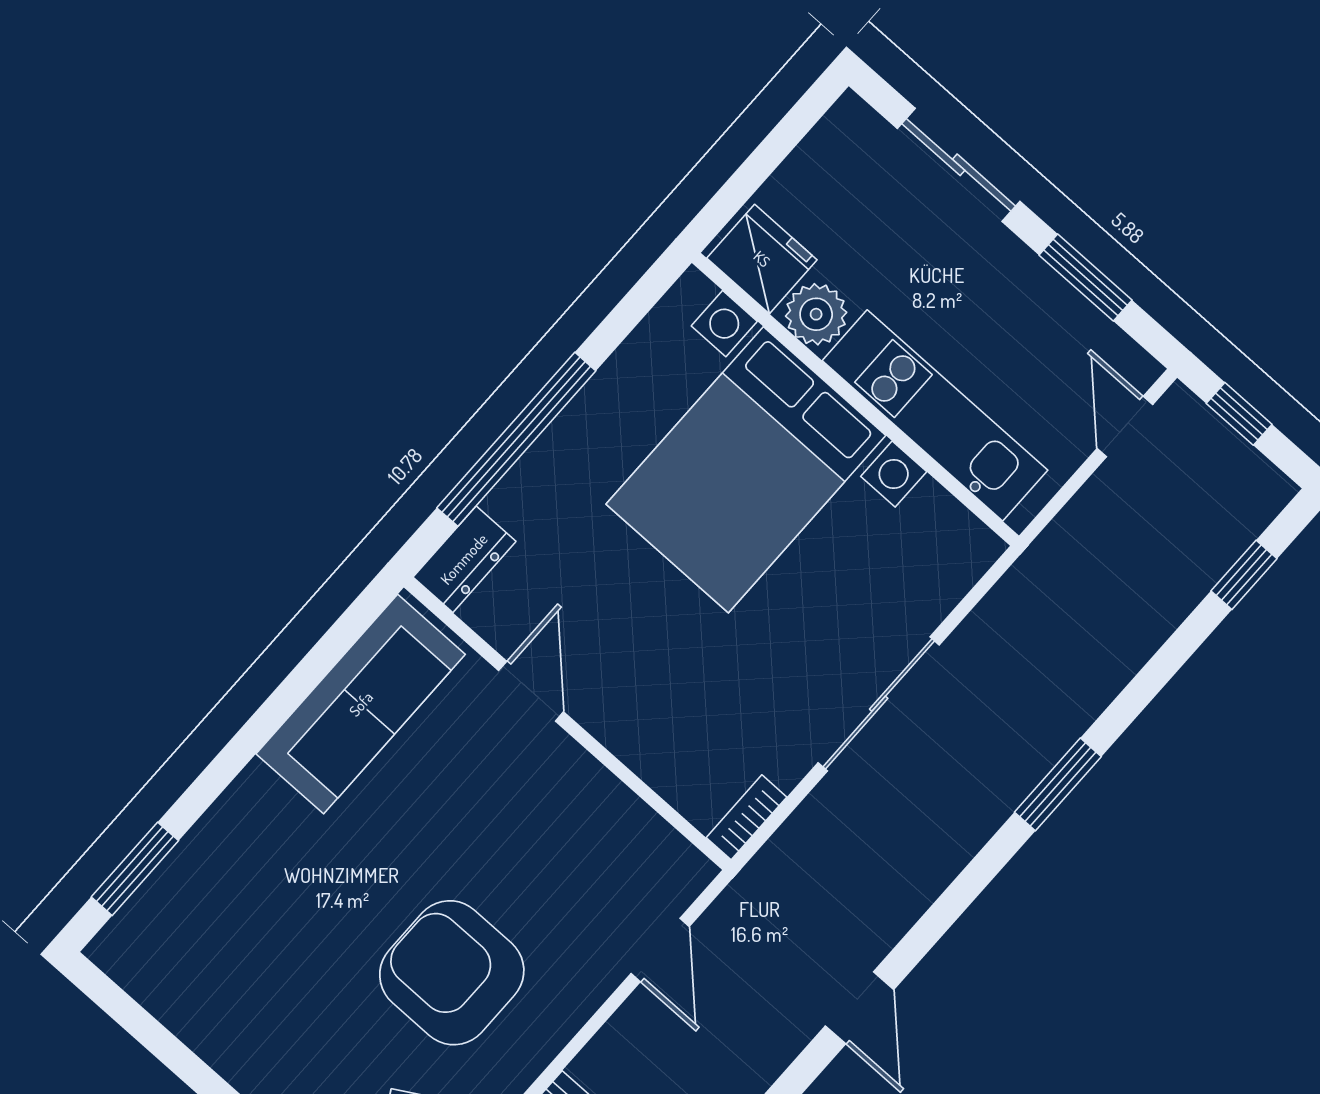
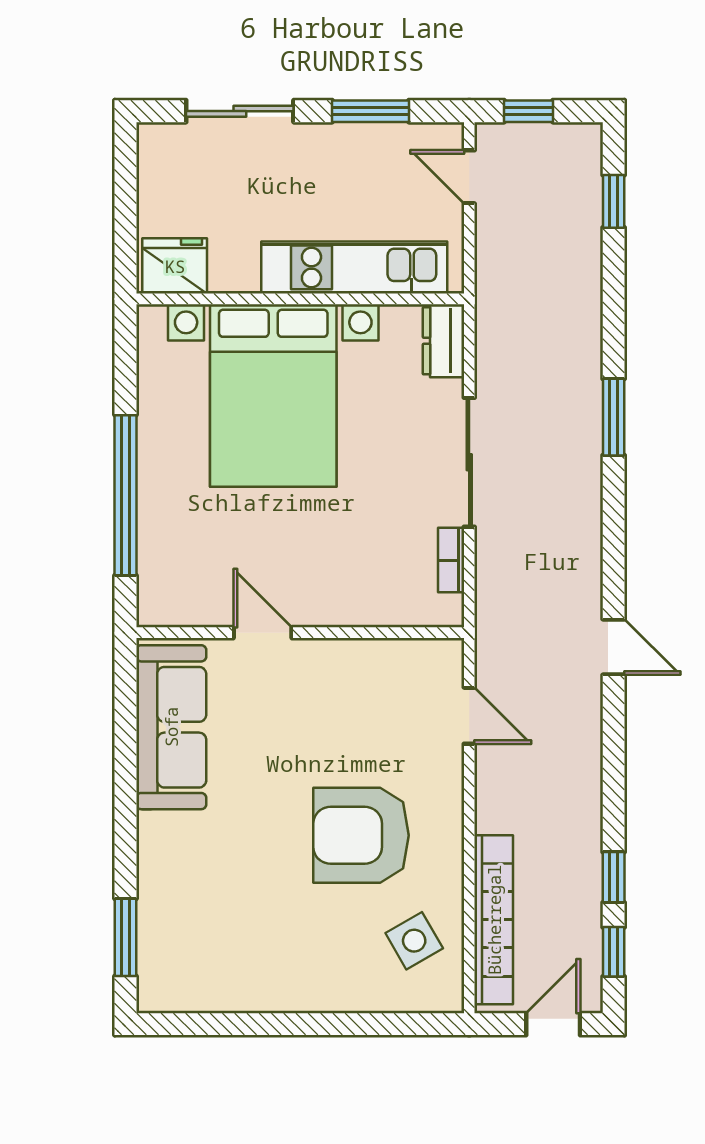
plant: (816, 314) -> (234, 270), removed
dresser: (464, 559) -> (443, 341), moved, turned 180
bookcase: (746, 817) -> (451, 560), moved

